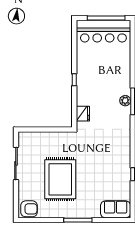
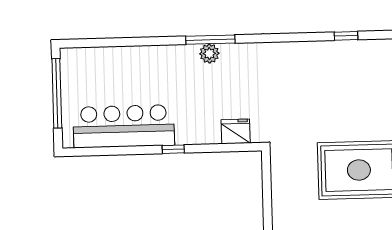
bar counter: (103, 31) -> (124, 126), moved, turned -90

